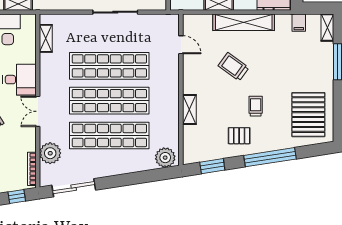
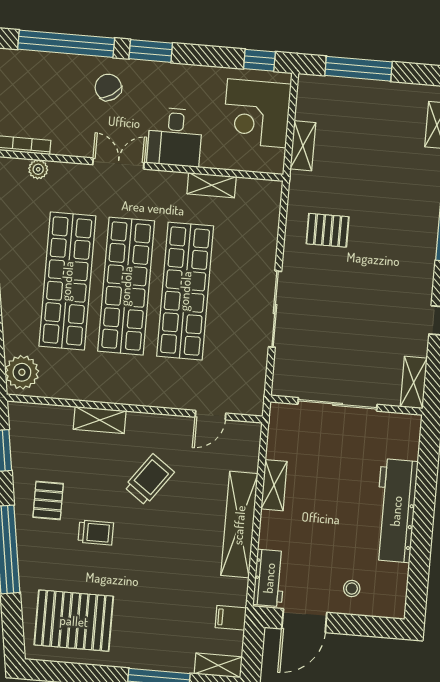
shelving: (46, 38) -> (212, 185), moved
trolley: (233, 67) -> (149, 480), moved
plant: (50, 153) -> (38, 169), width x0.53, depth x0.53

